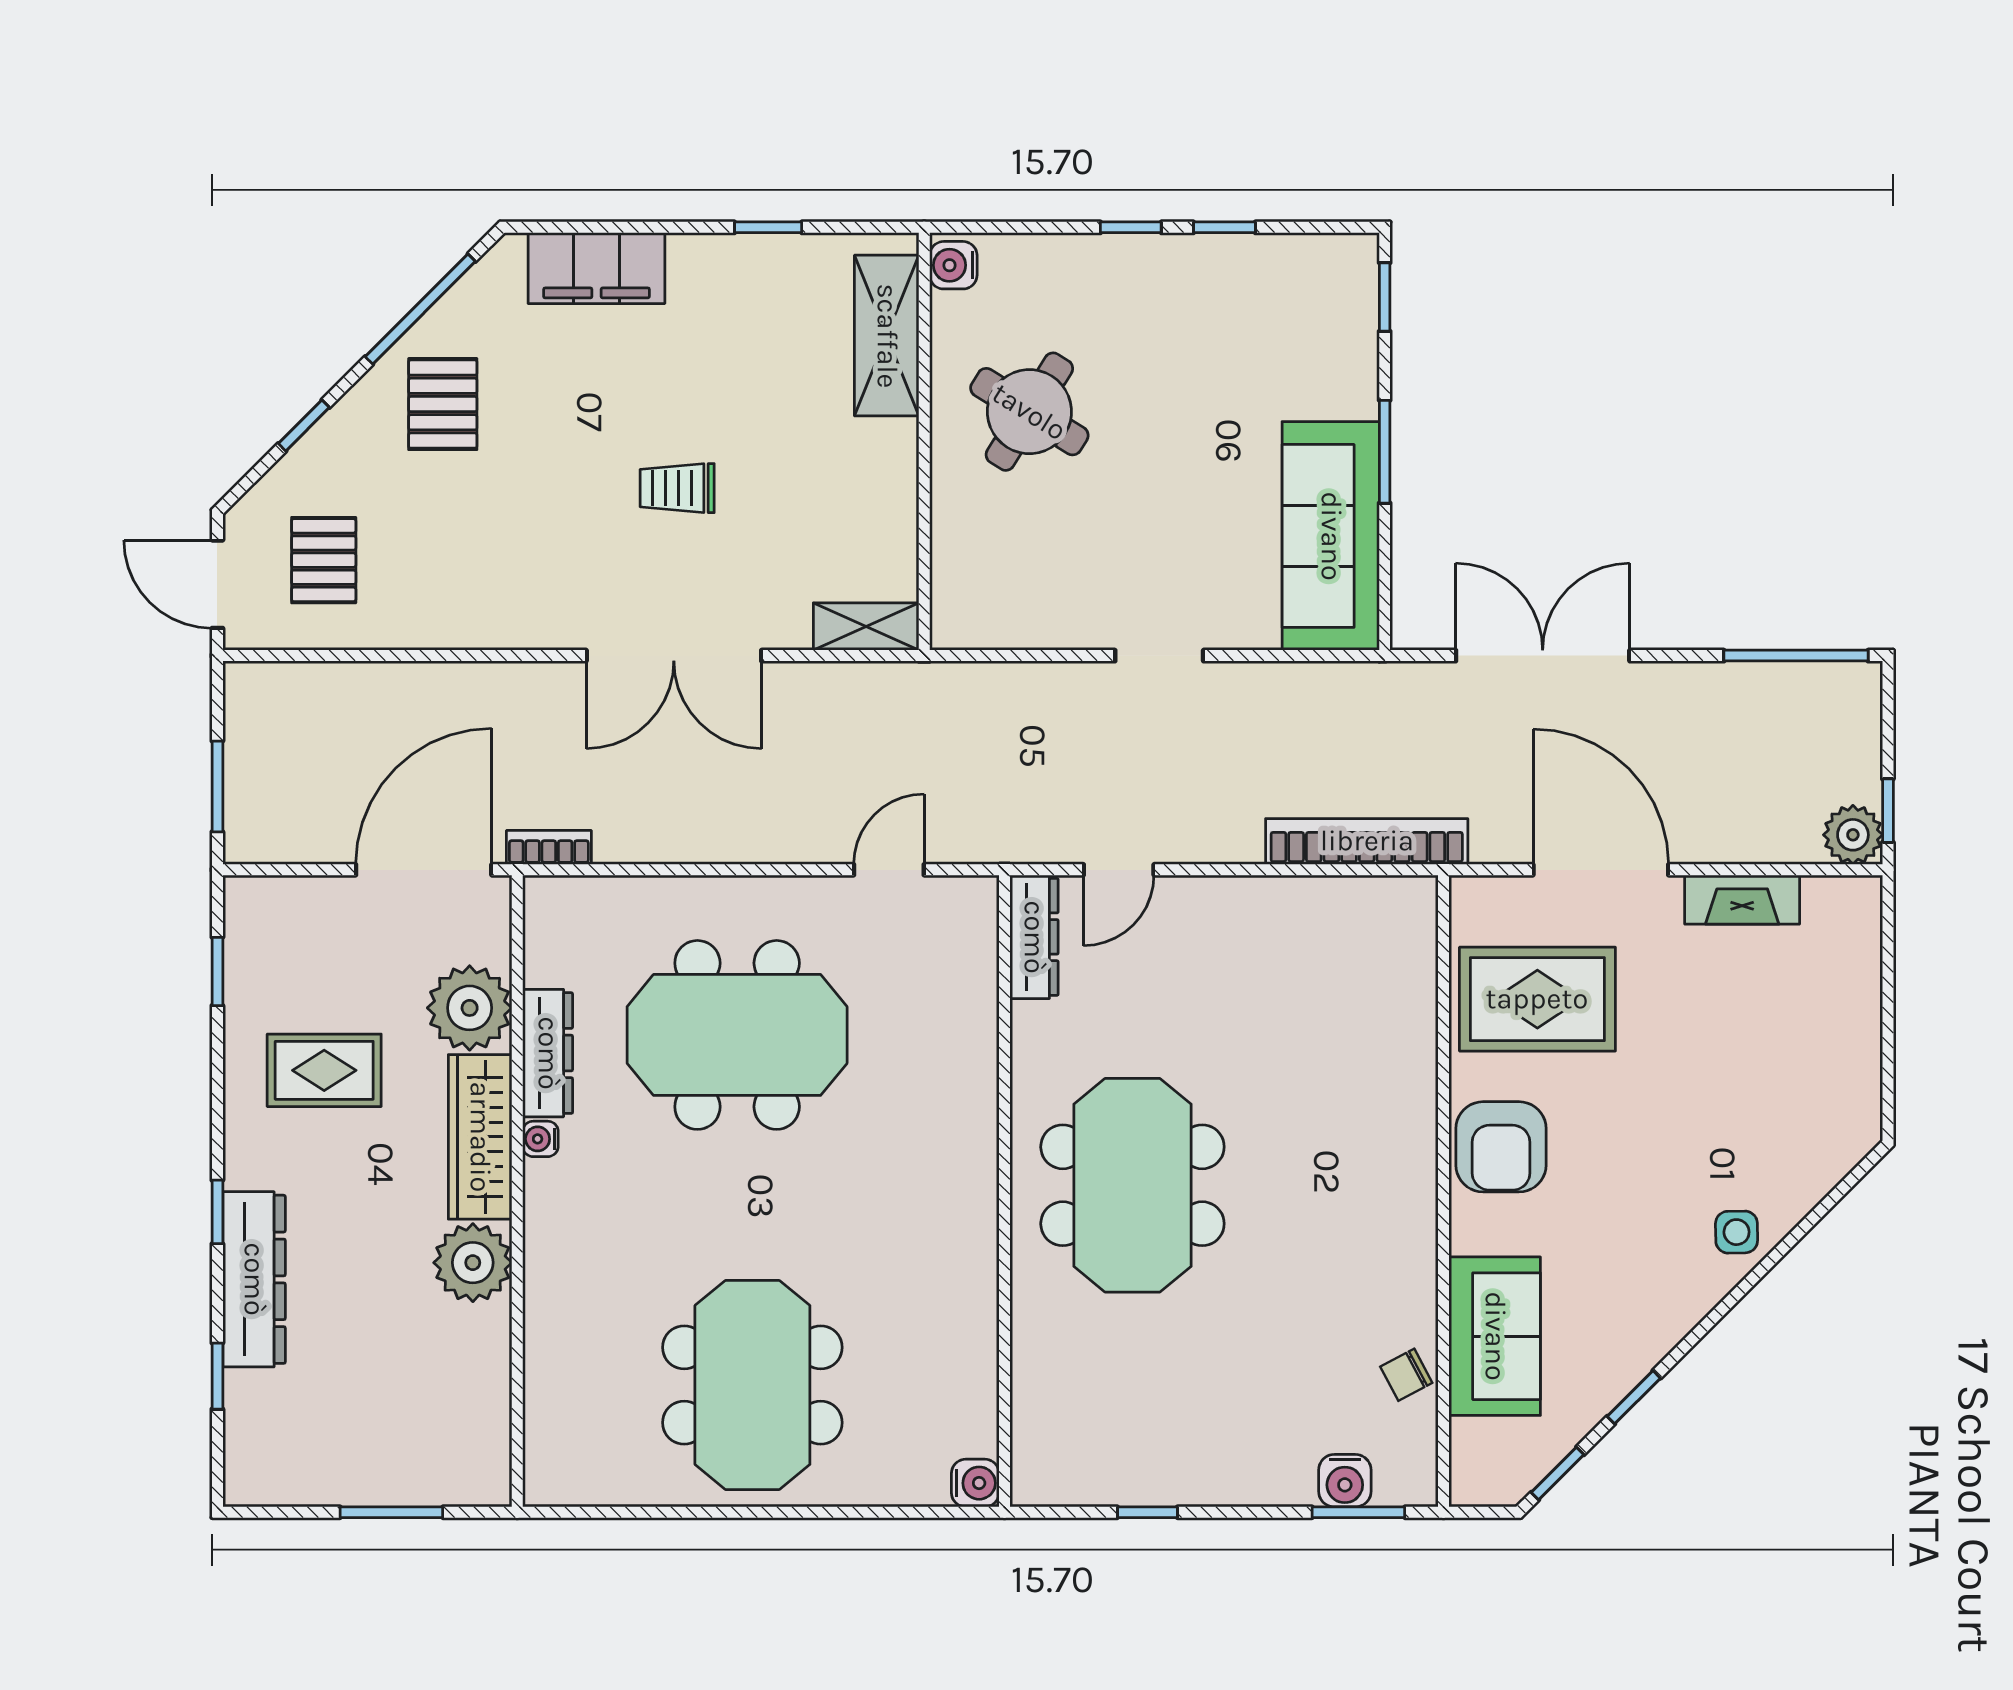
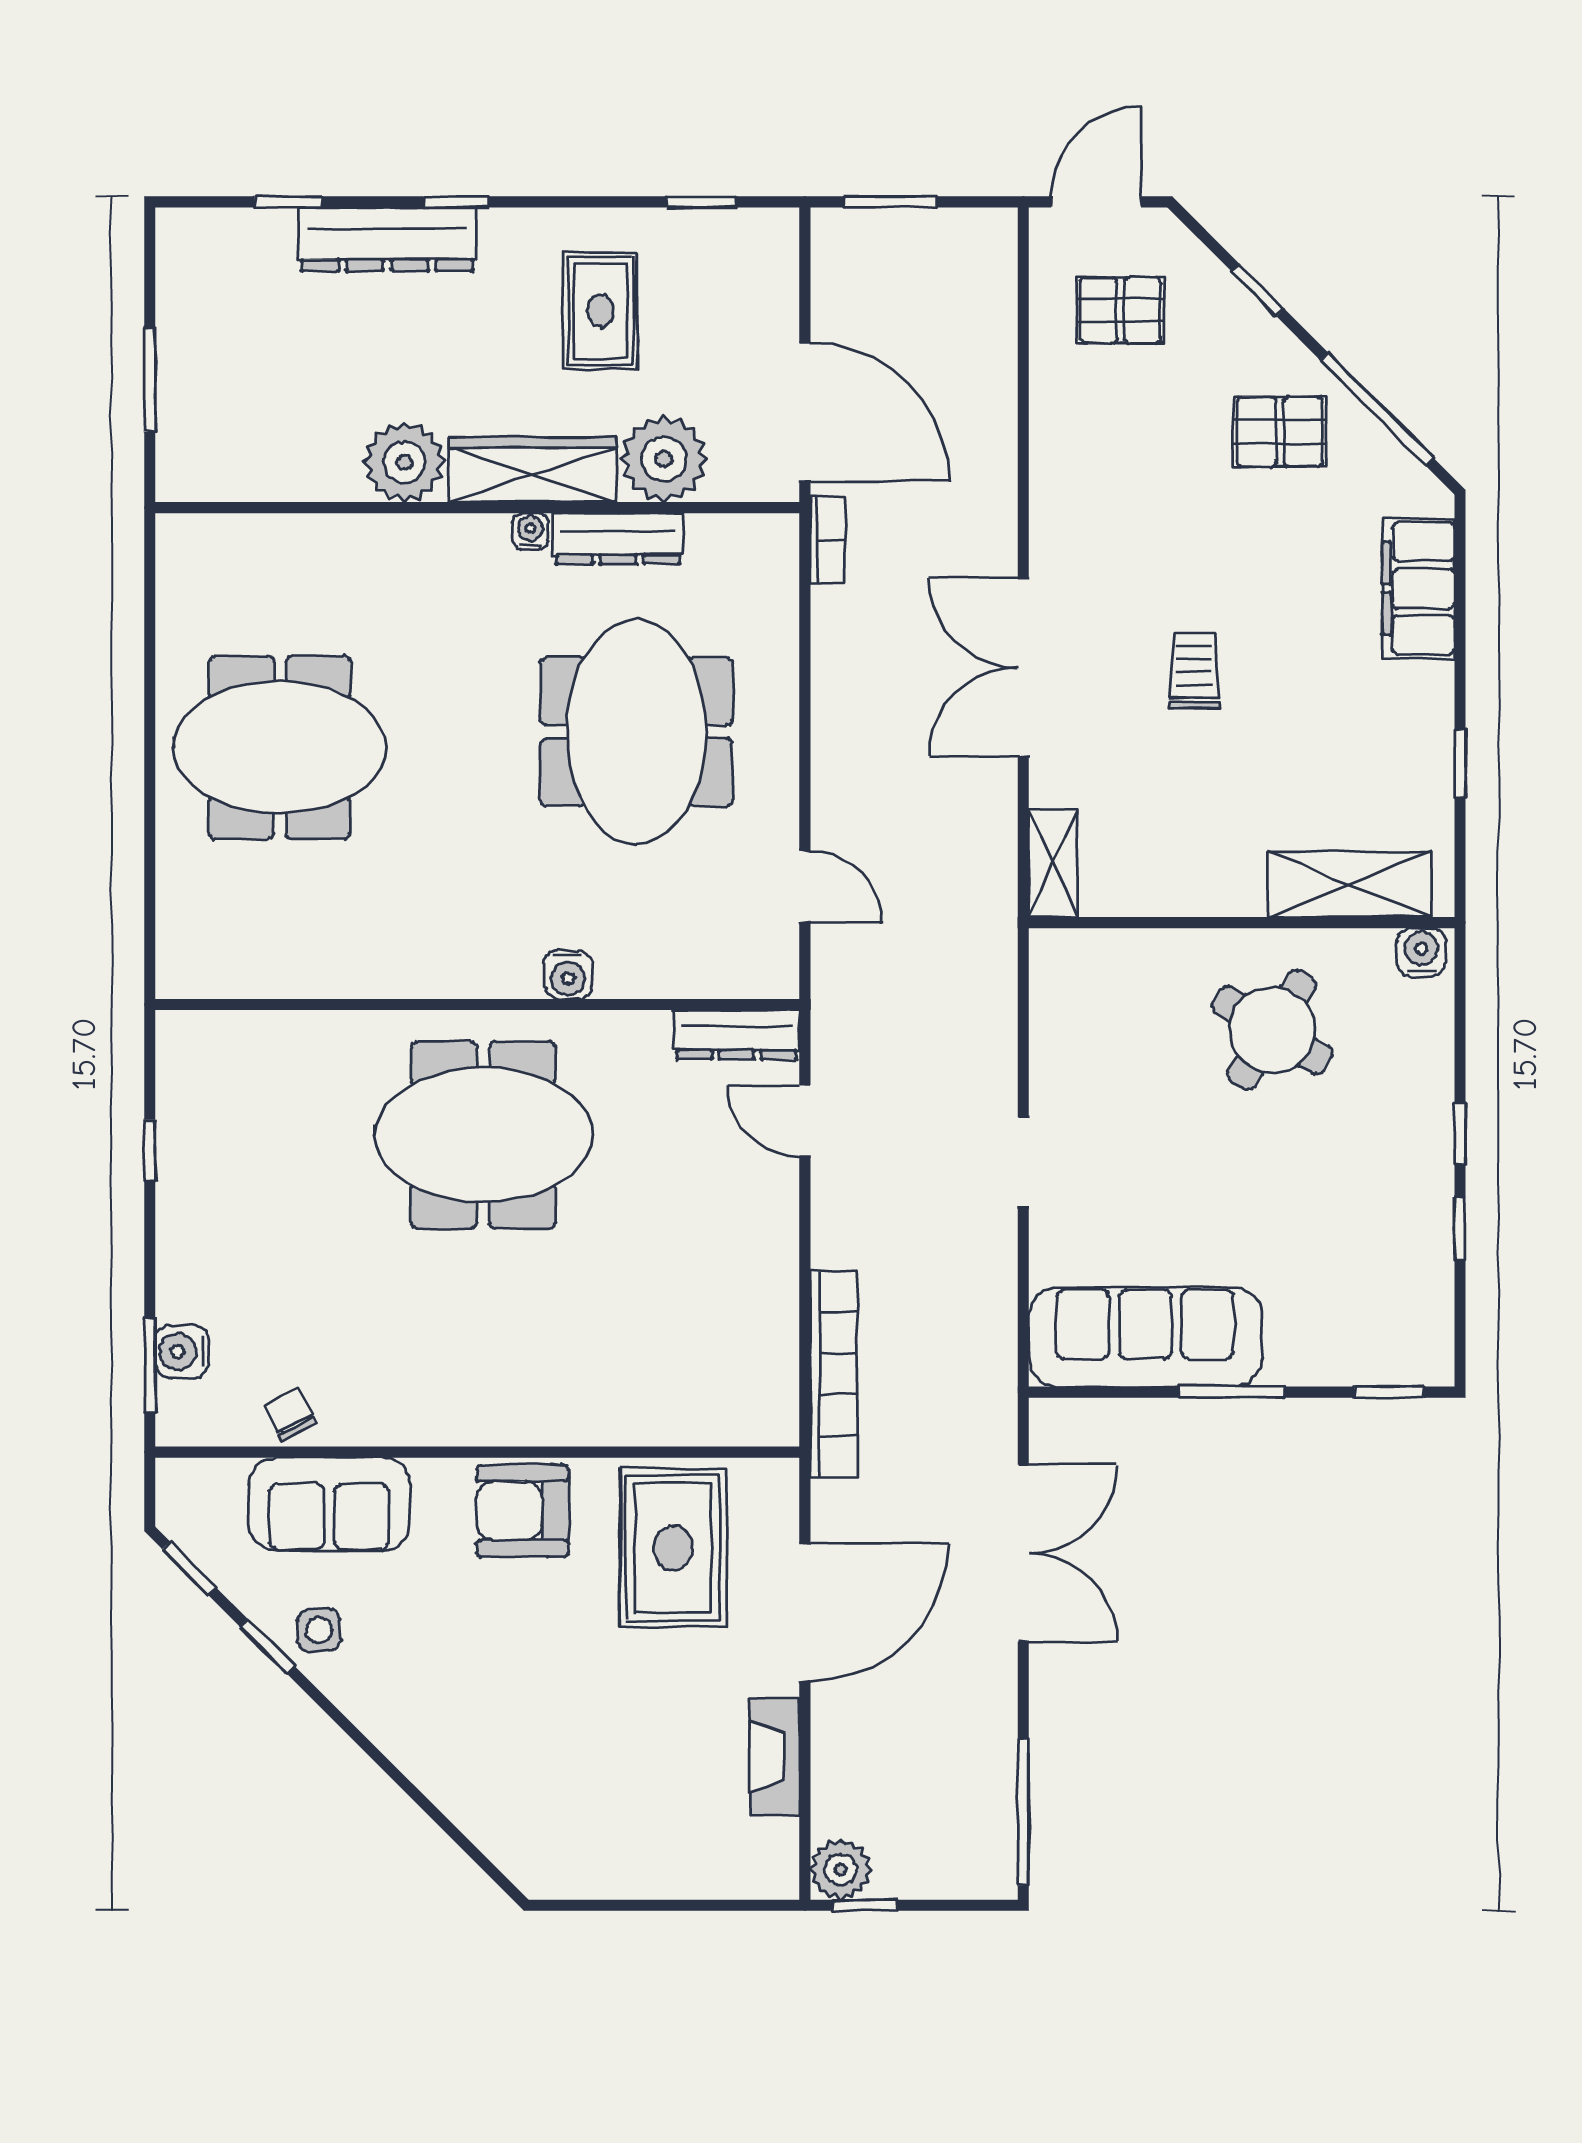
side table: (1737, 1232) -> (319, 1630), moved
water cooler: (975, 1483) -> (568, 975), moved

